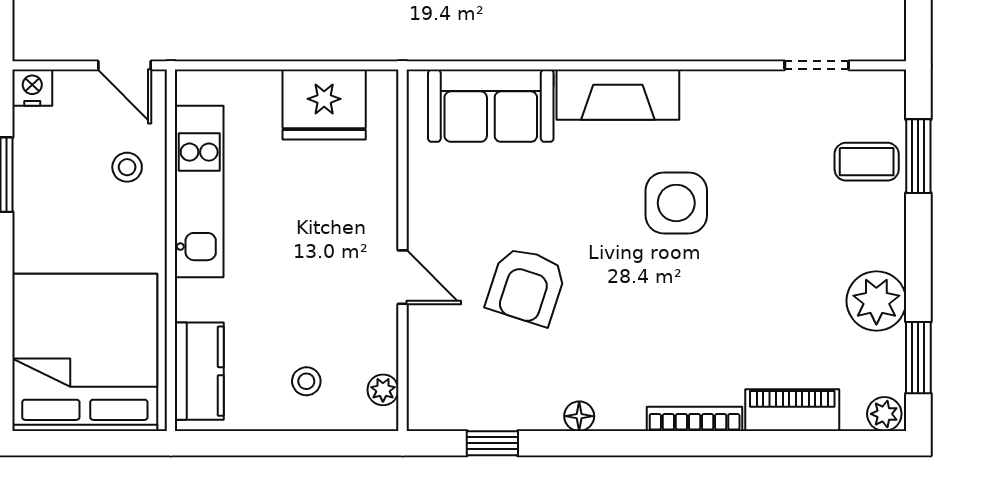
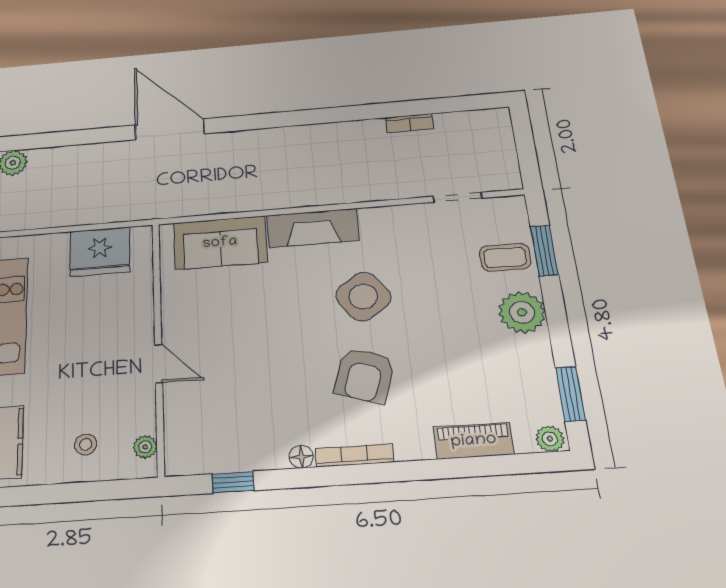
side table: (676, 203) -> (363, 296), turned -36
armchair: (526, 286) -> (365, 375), moved
plant: (876, 301) -> (522, 312), moved
bookcase: (695, 419) -> (354, 455), moved

